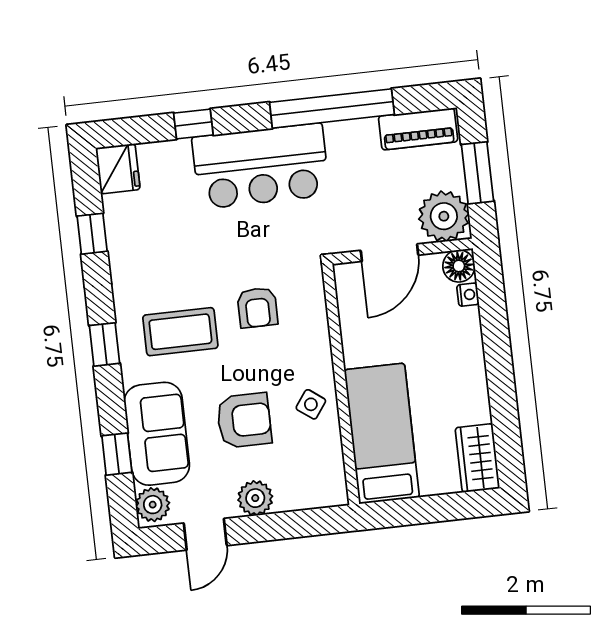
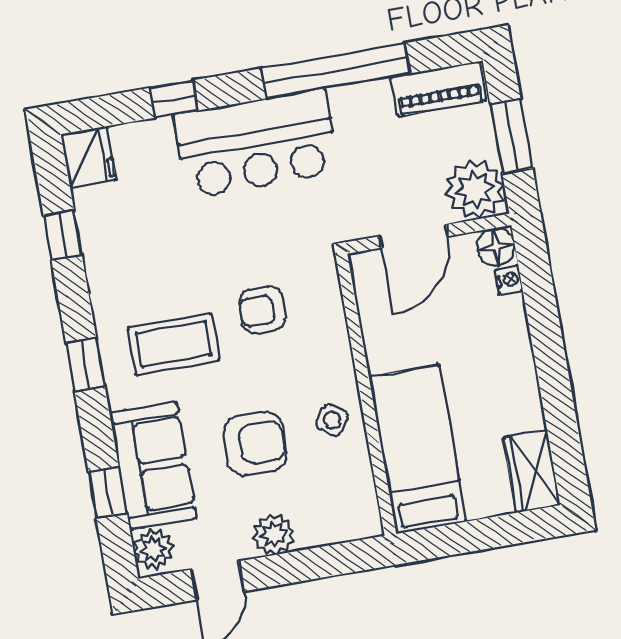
armchair: (257, 307) -> (262, 310), turned 90

